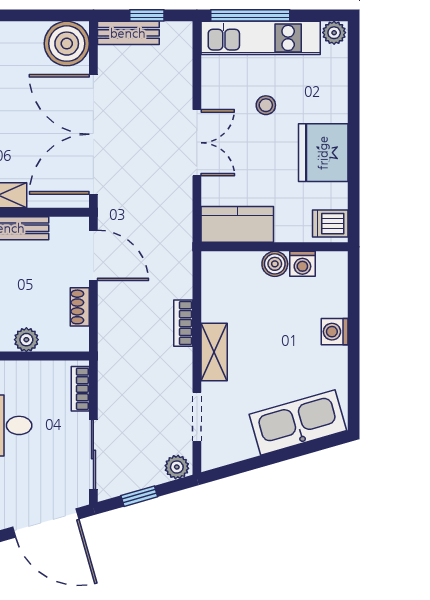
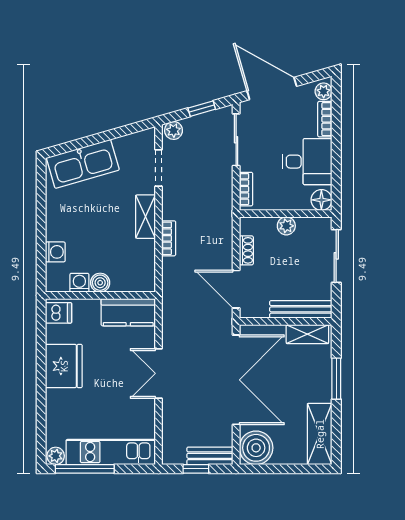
window: (250, 15) -> (85, 469), moved
stool: (266, 105) -> (107, 402), removed
washing machine: (335, 332) -> (55, 252), moved

